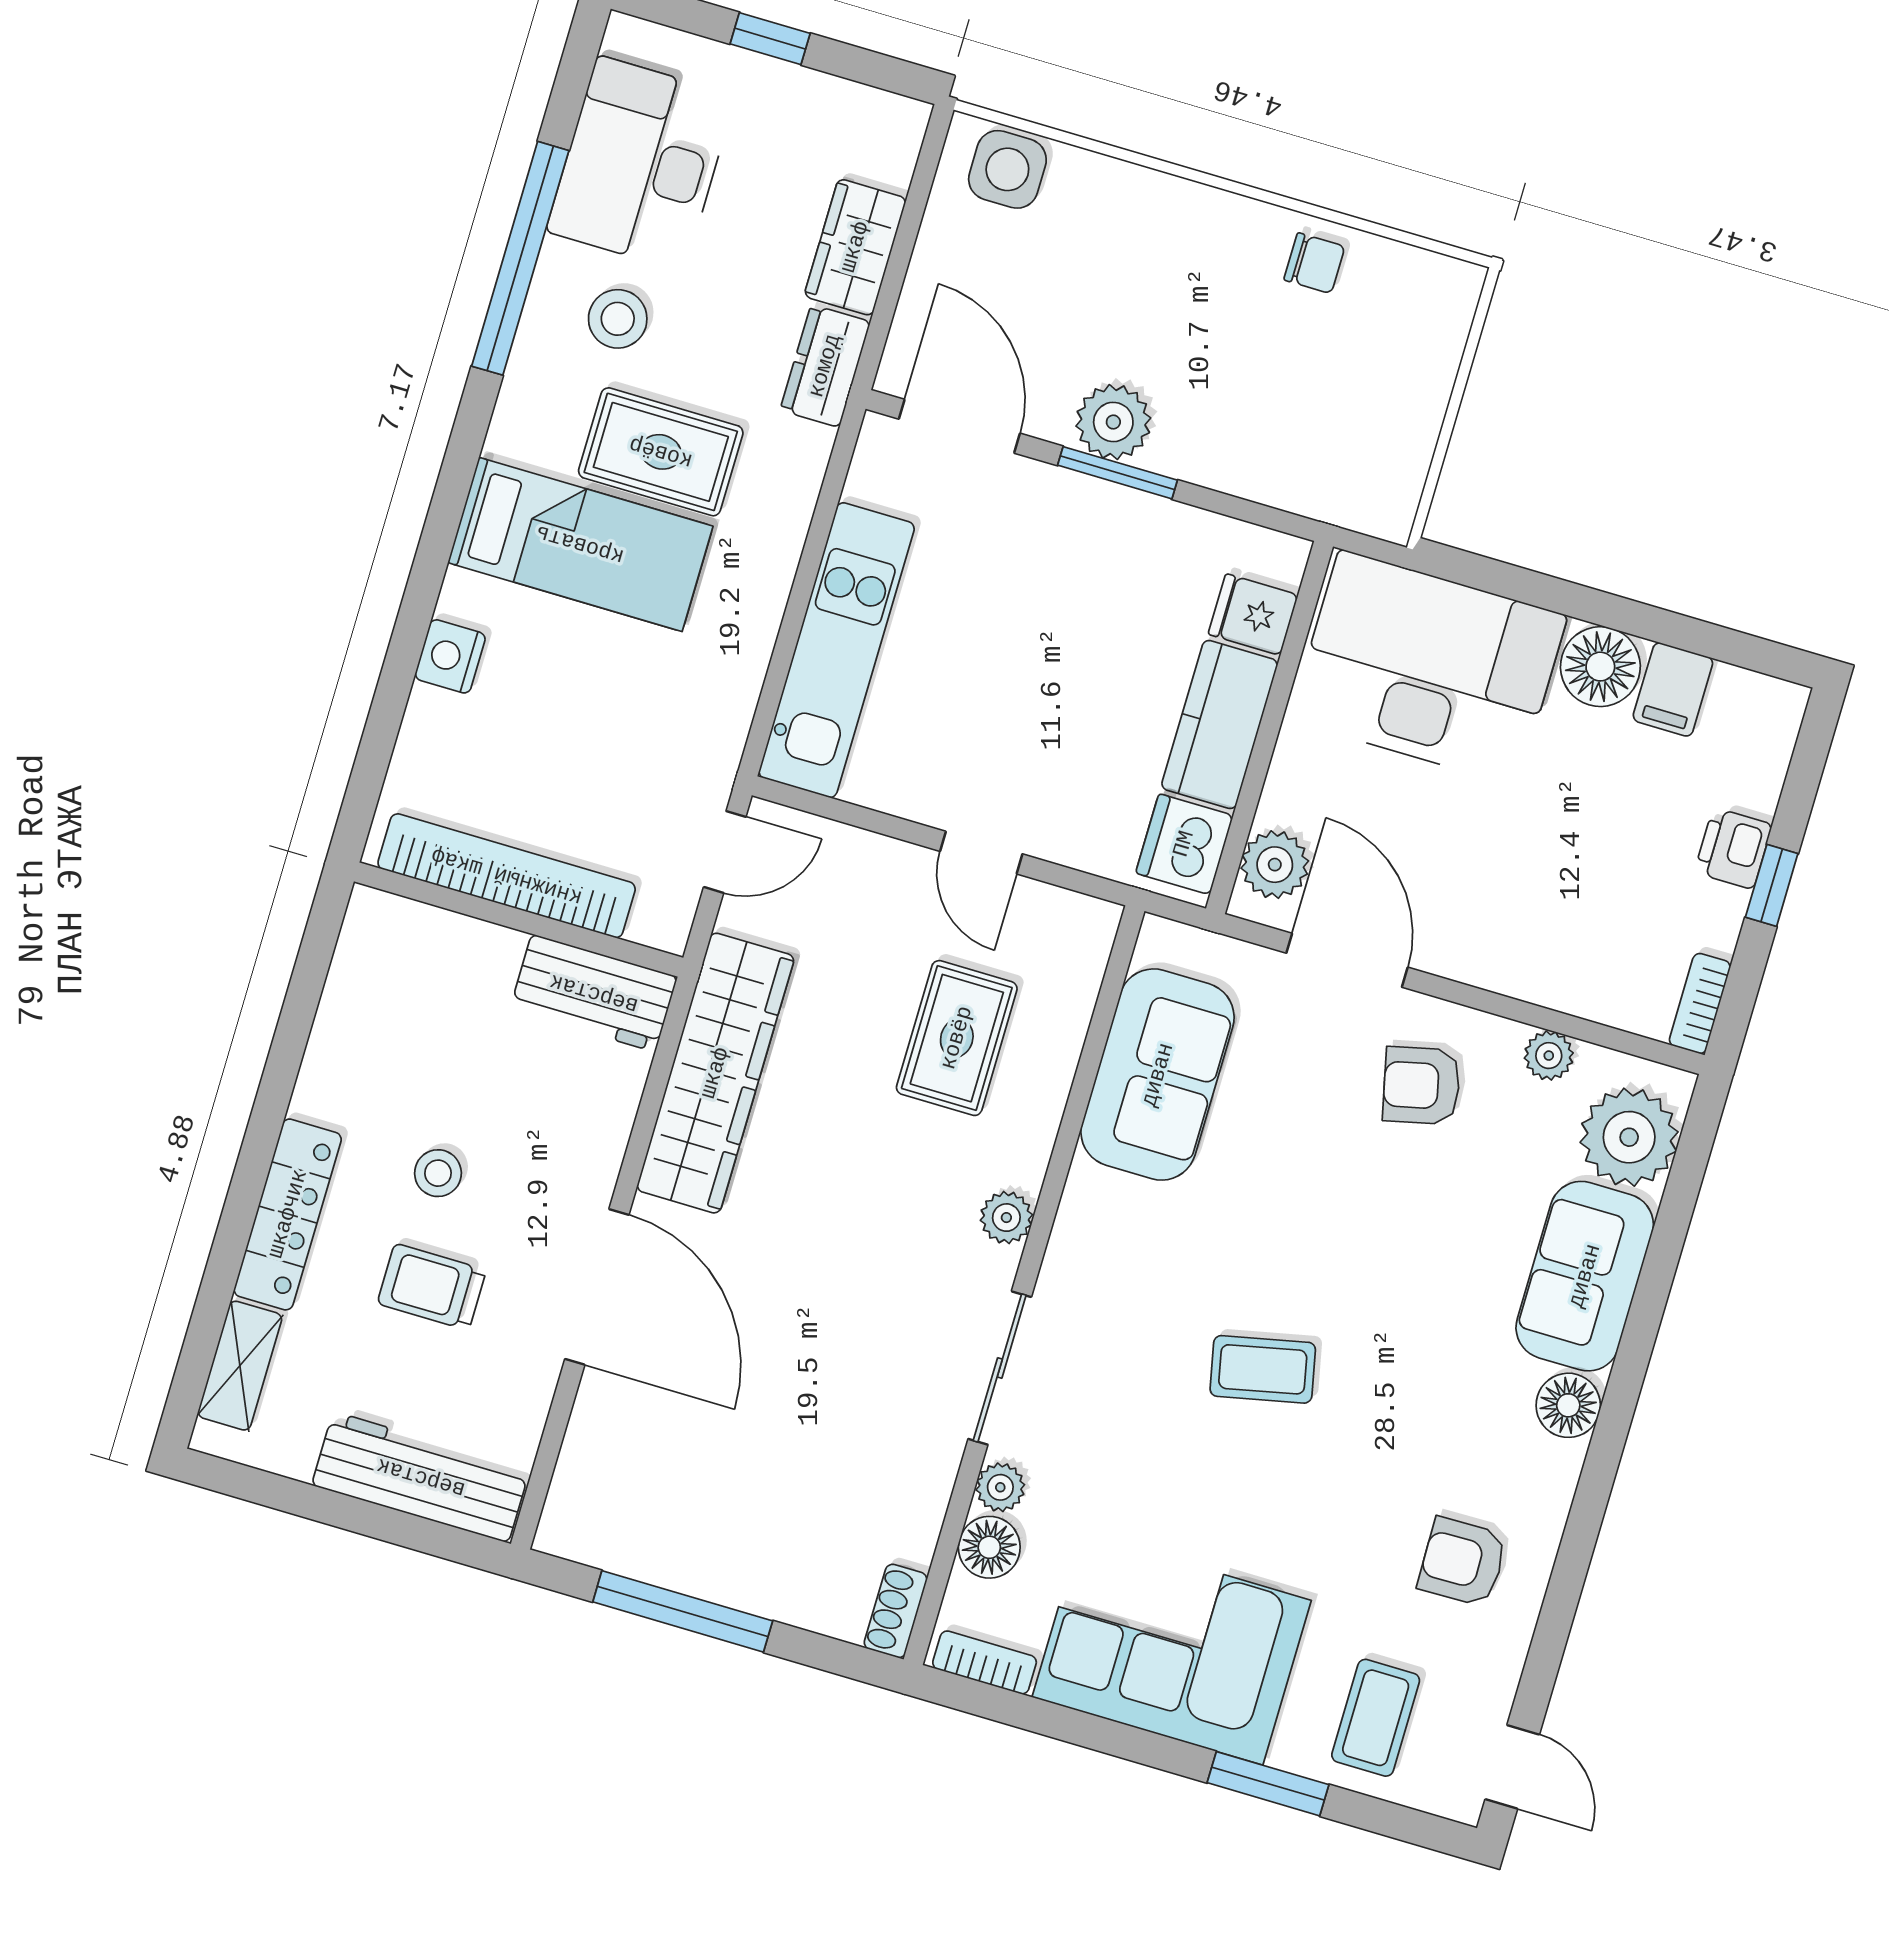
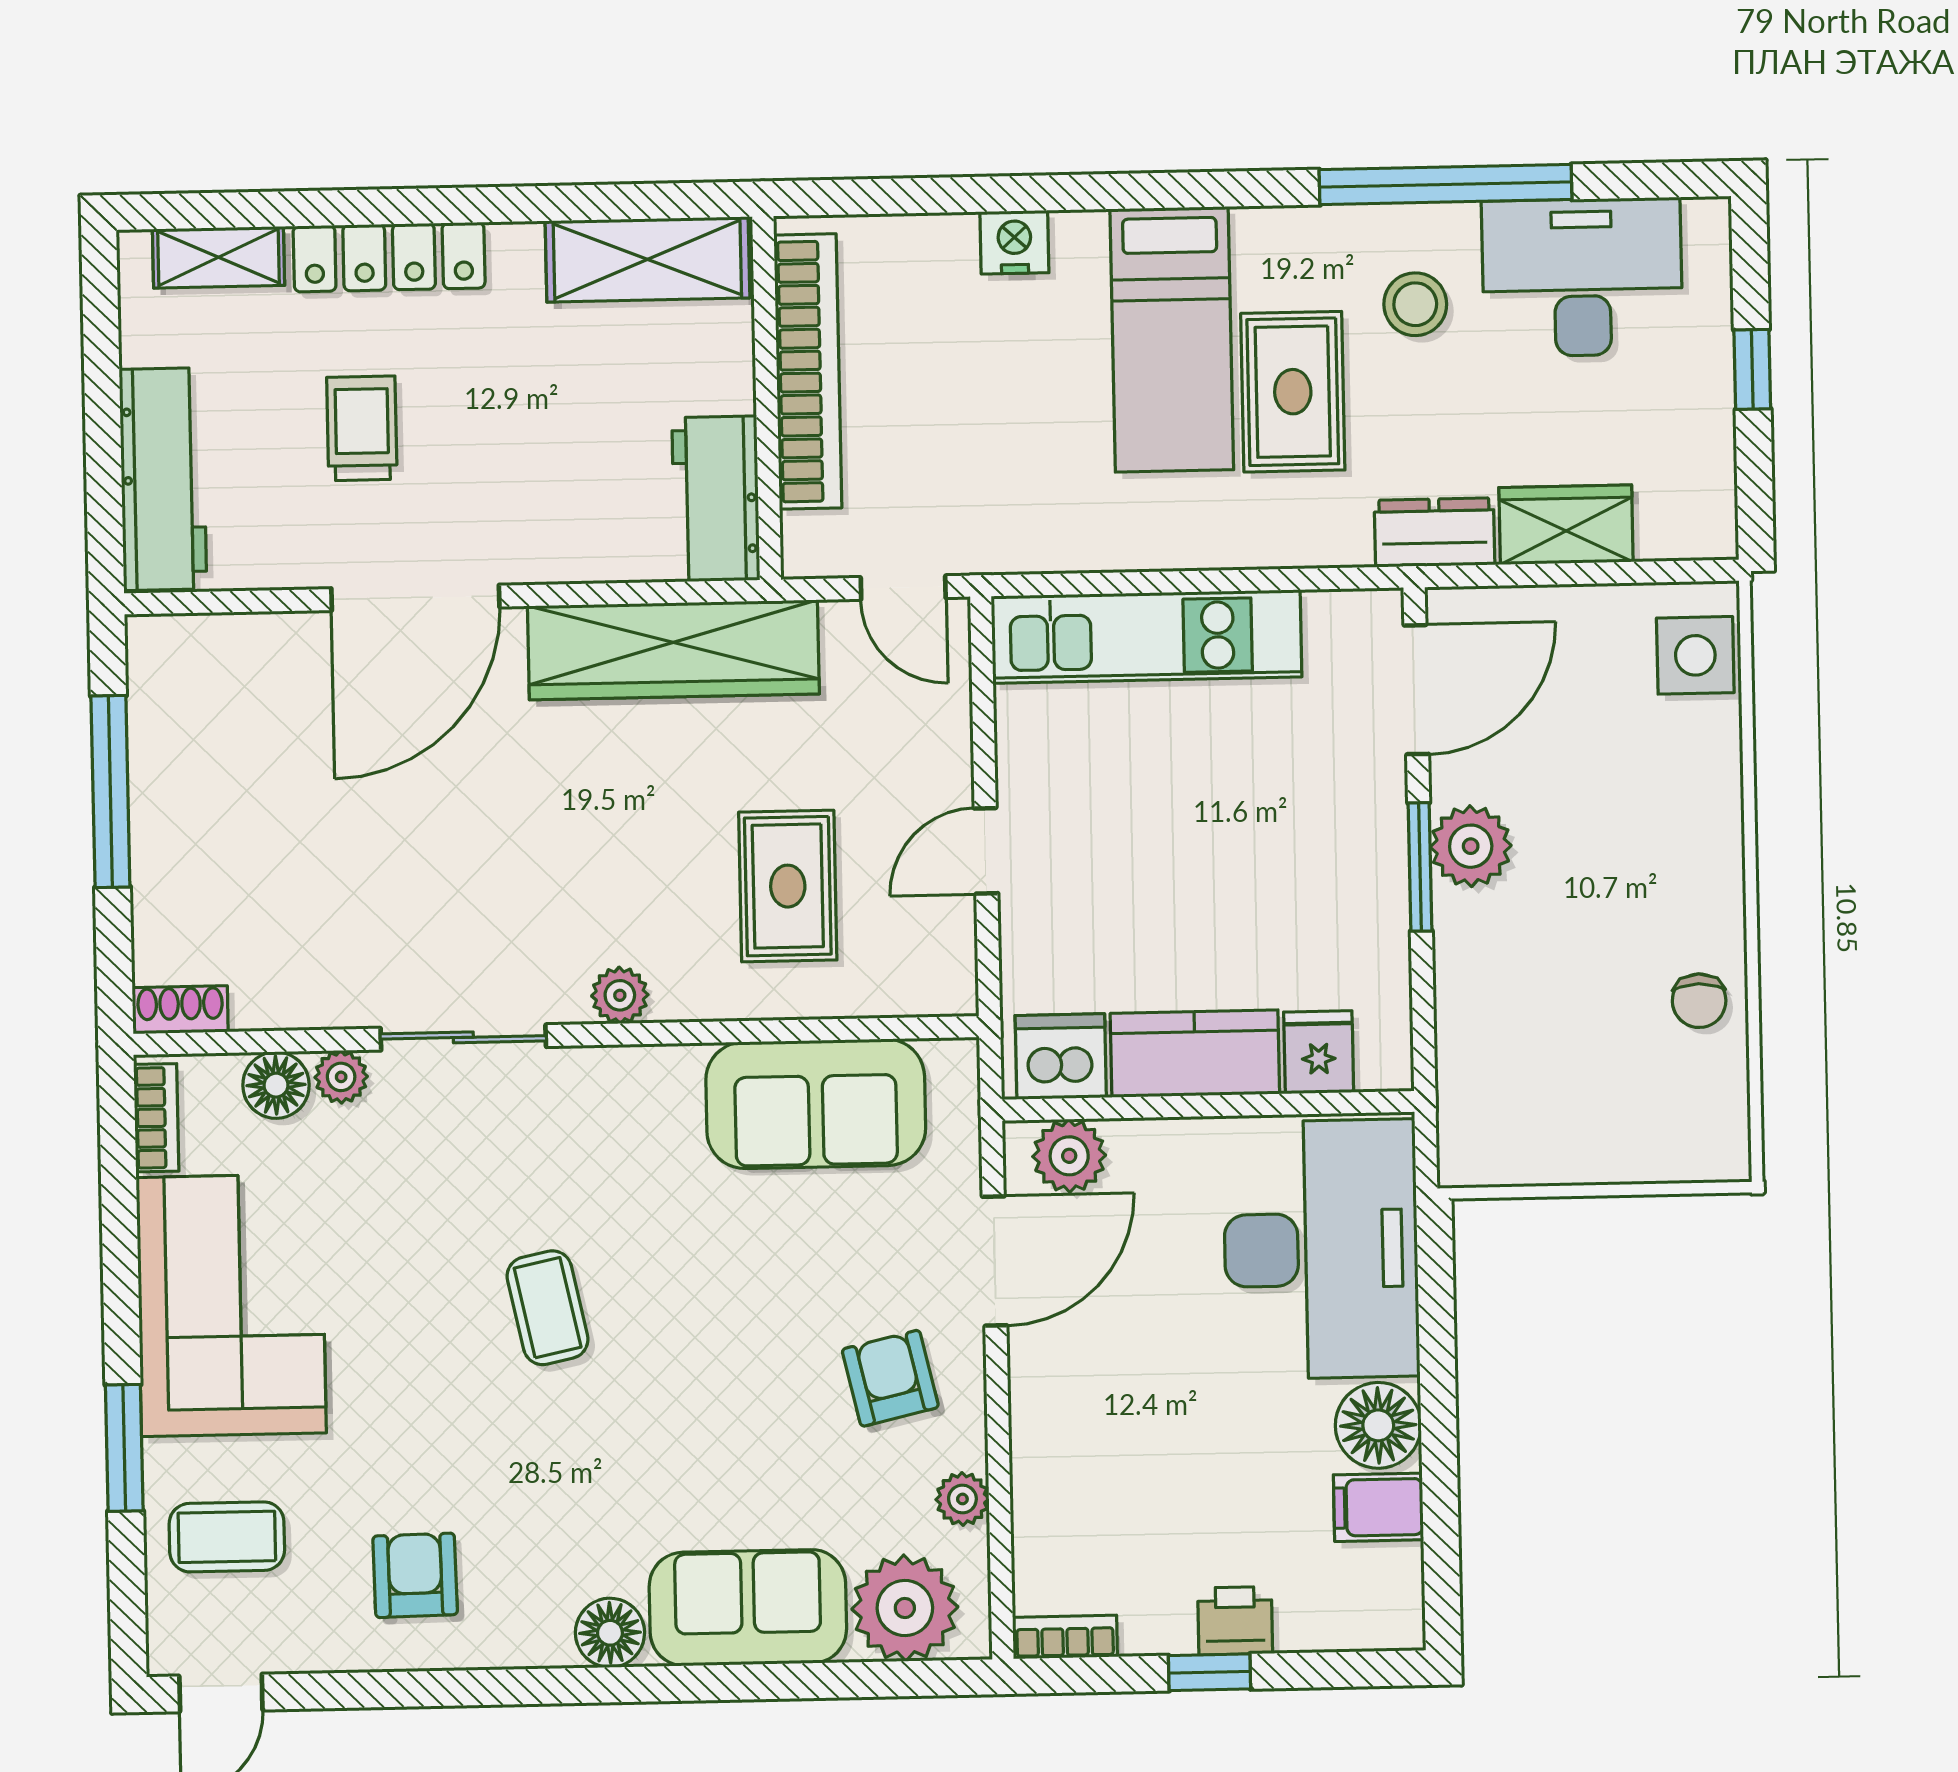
shelving: (362, 986) -> (647, 259), added
rug: (957, 1038) -> (788, 886), turned 90
stool: (438, 1173) -> (480, 398), removed

